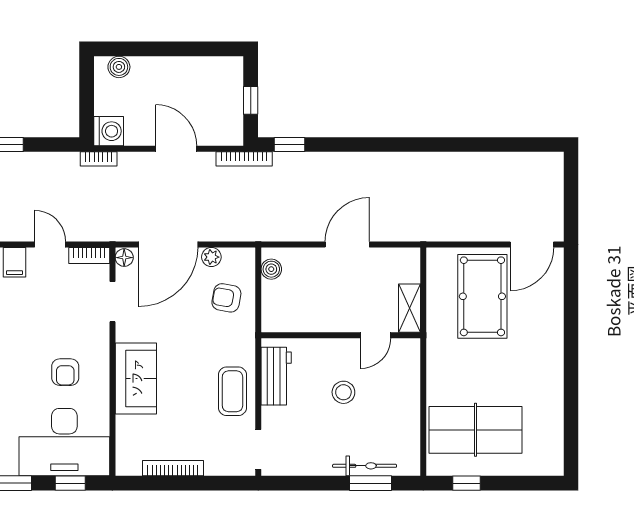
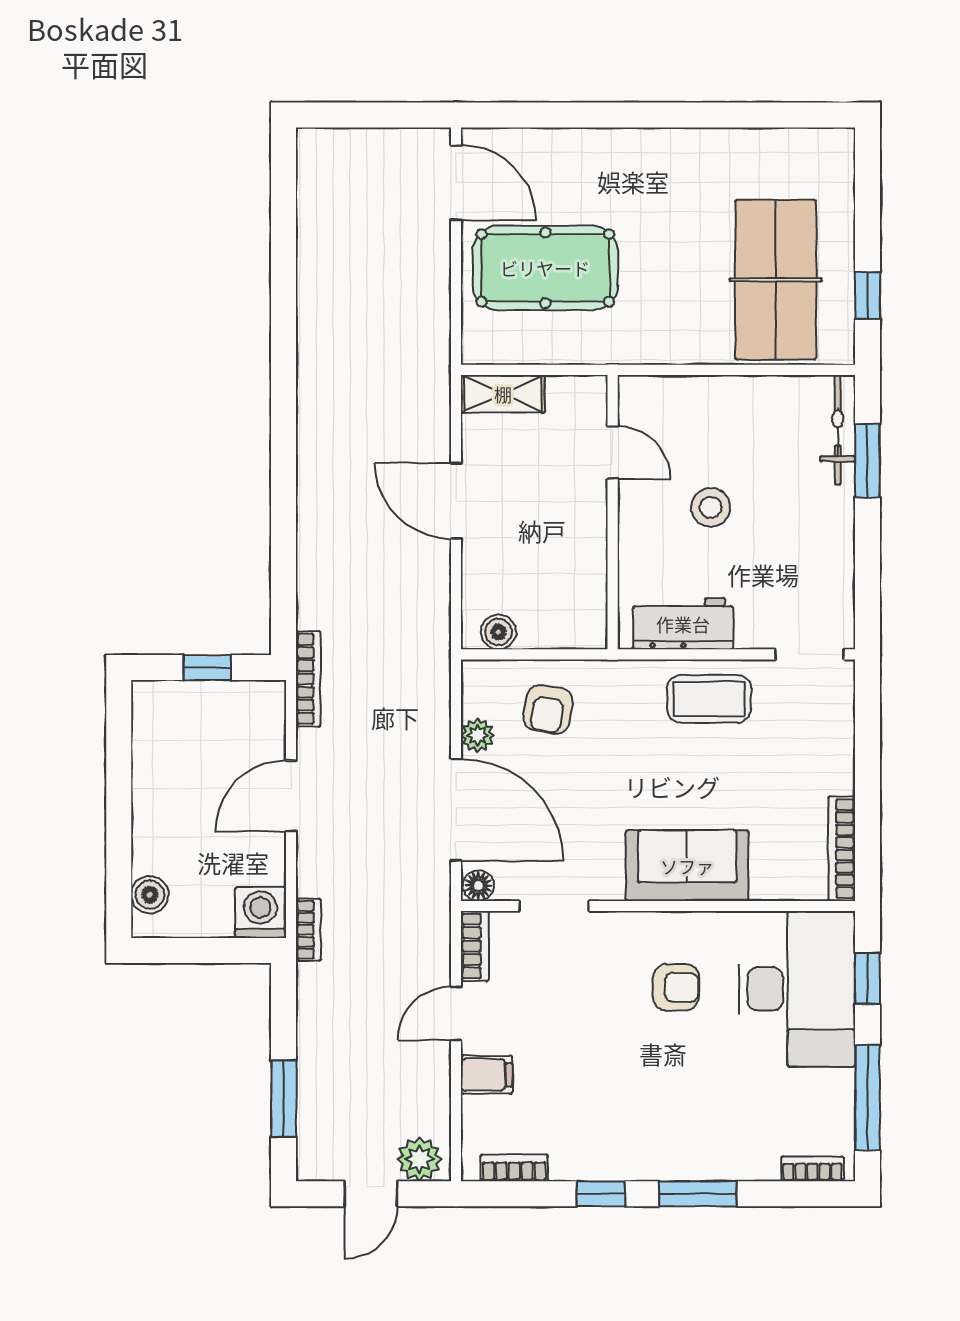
window: (290, 145) -> (284, 600), removed
shelving: (409, 308) -> (503, 394), moved
bicycle: (365, 466) -> (838, 430), moved
bookcase: (173, 468) -> (842, 849), moved

